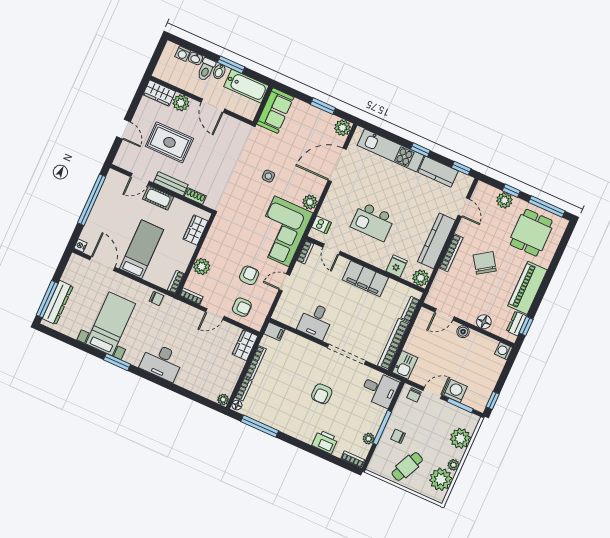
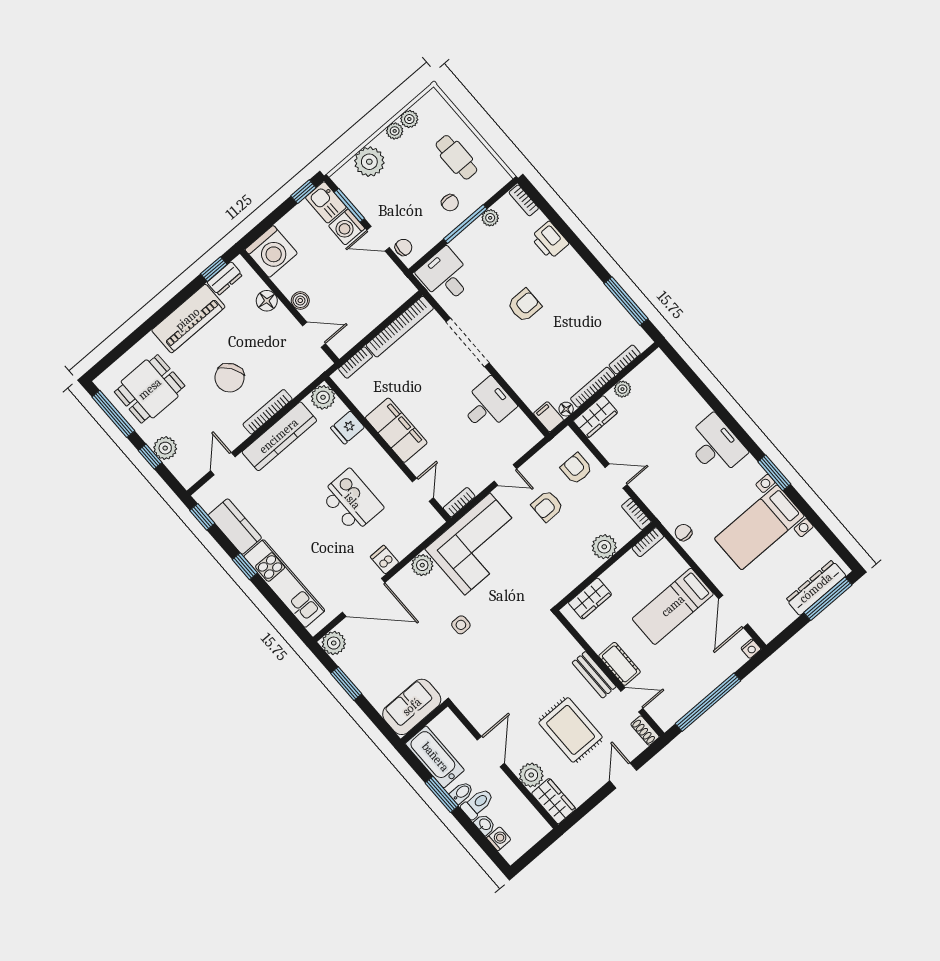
shoe rack: (195, 196) -> (645, 731), moved
dishwasher: (321, 225) -> (385, 560), moved
washing machine: (504, 351) -> (271, 251), width x1.89, depth x1.89
kitchen sink: (405, 365) -> (326, 202), moved, turned -90
plant: (223, 399) -> (622, 389), moved
floor lamp: (237, 405) -> (566, 409), moved
cafe table: (407, 466) -> (456, 157), turned 65
plant: (441, 479) -> (409, 119), width x0.53, depth x0.53

